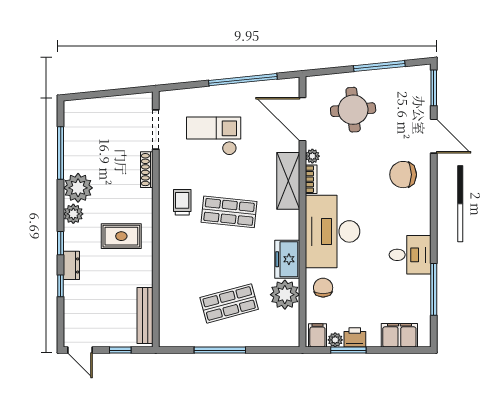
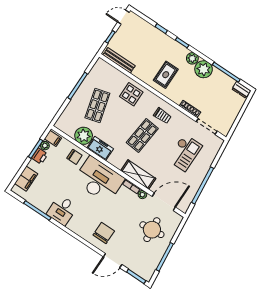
dresser: (71, 265) -> (241, 90), moved
display table: (181, 266) -> (131, 94), added

